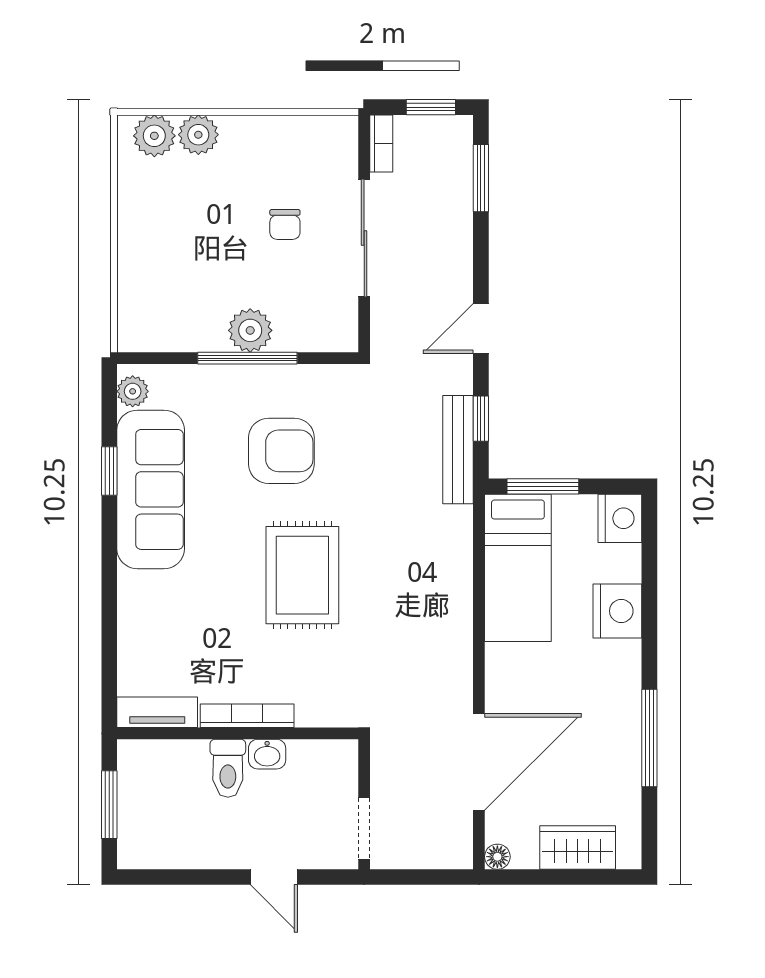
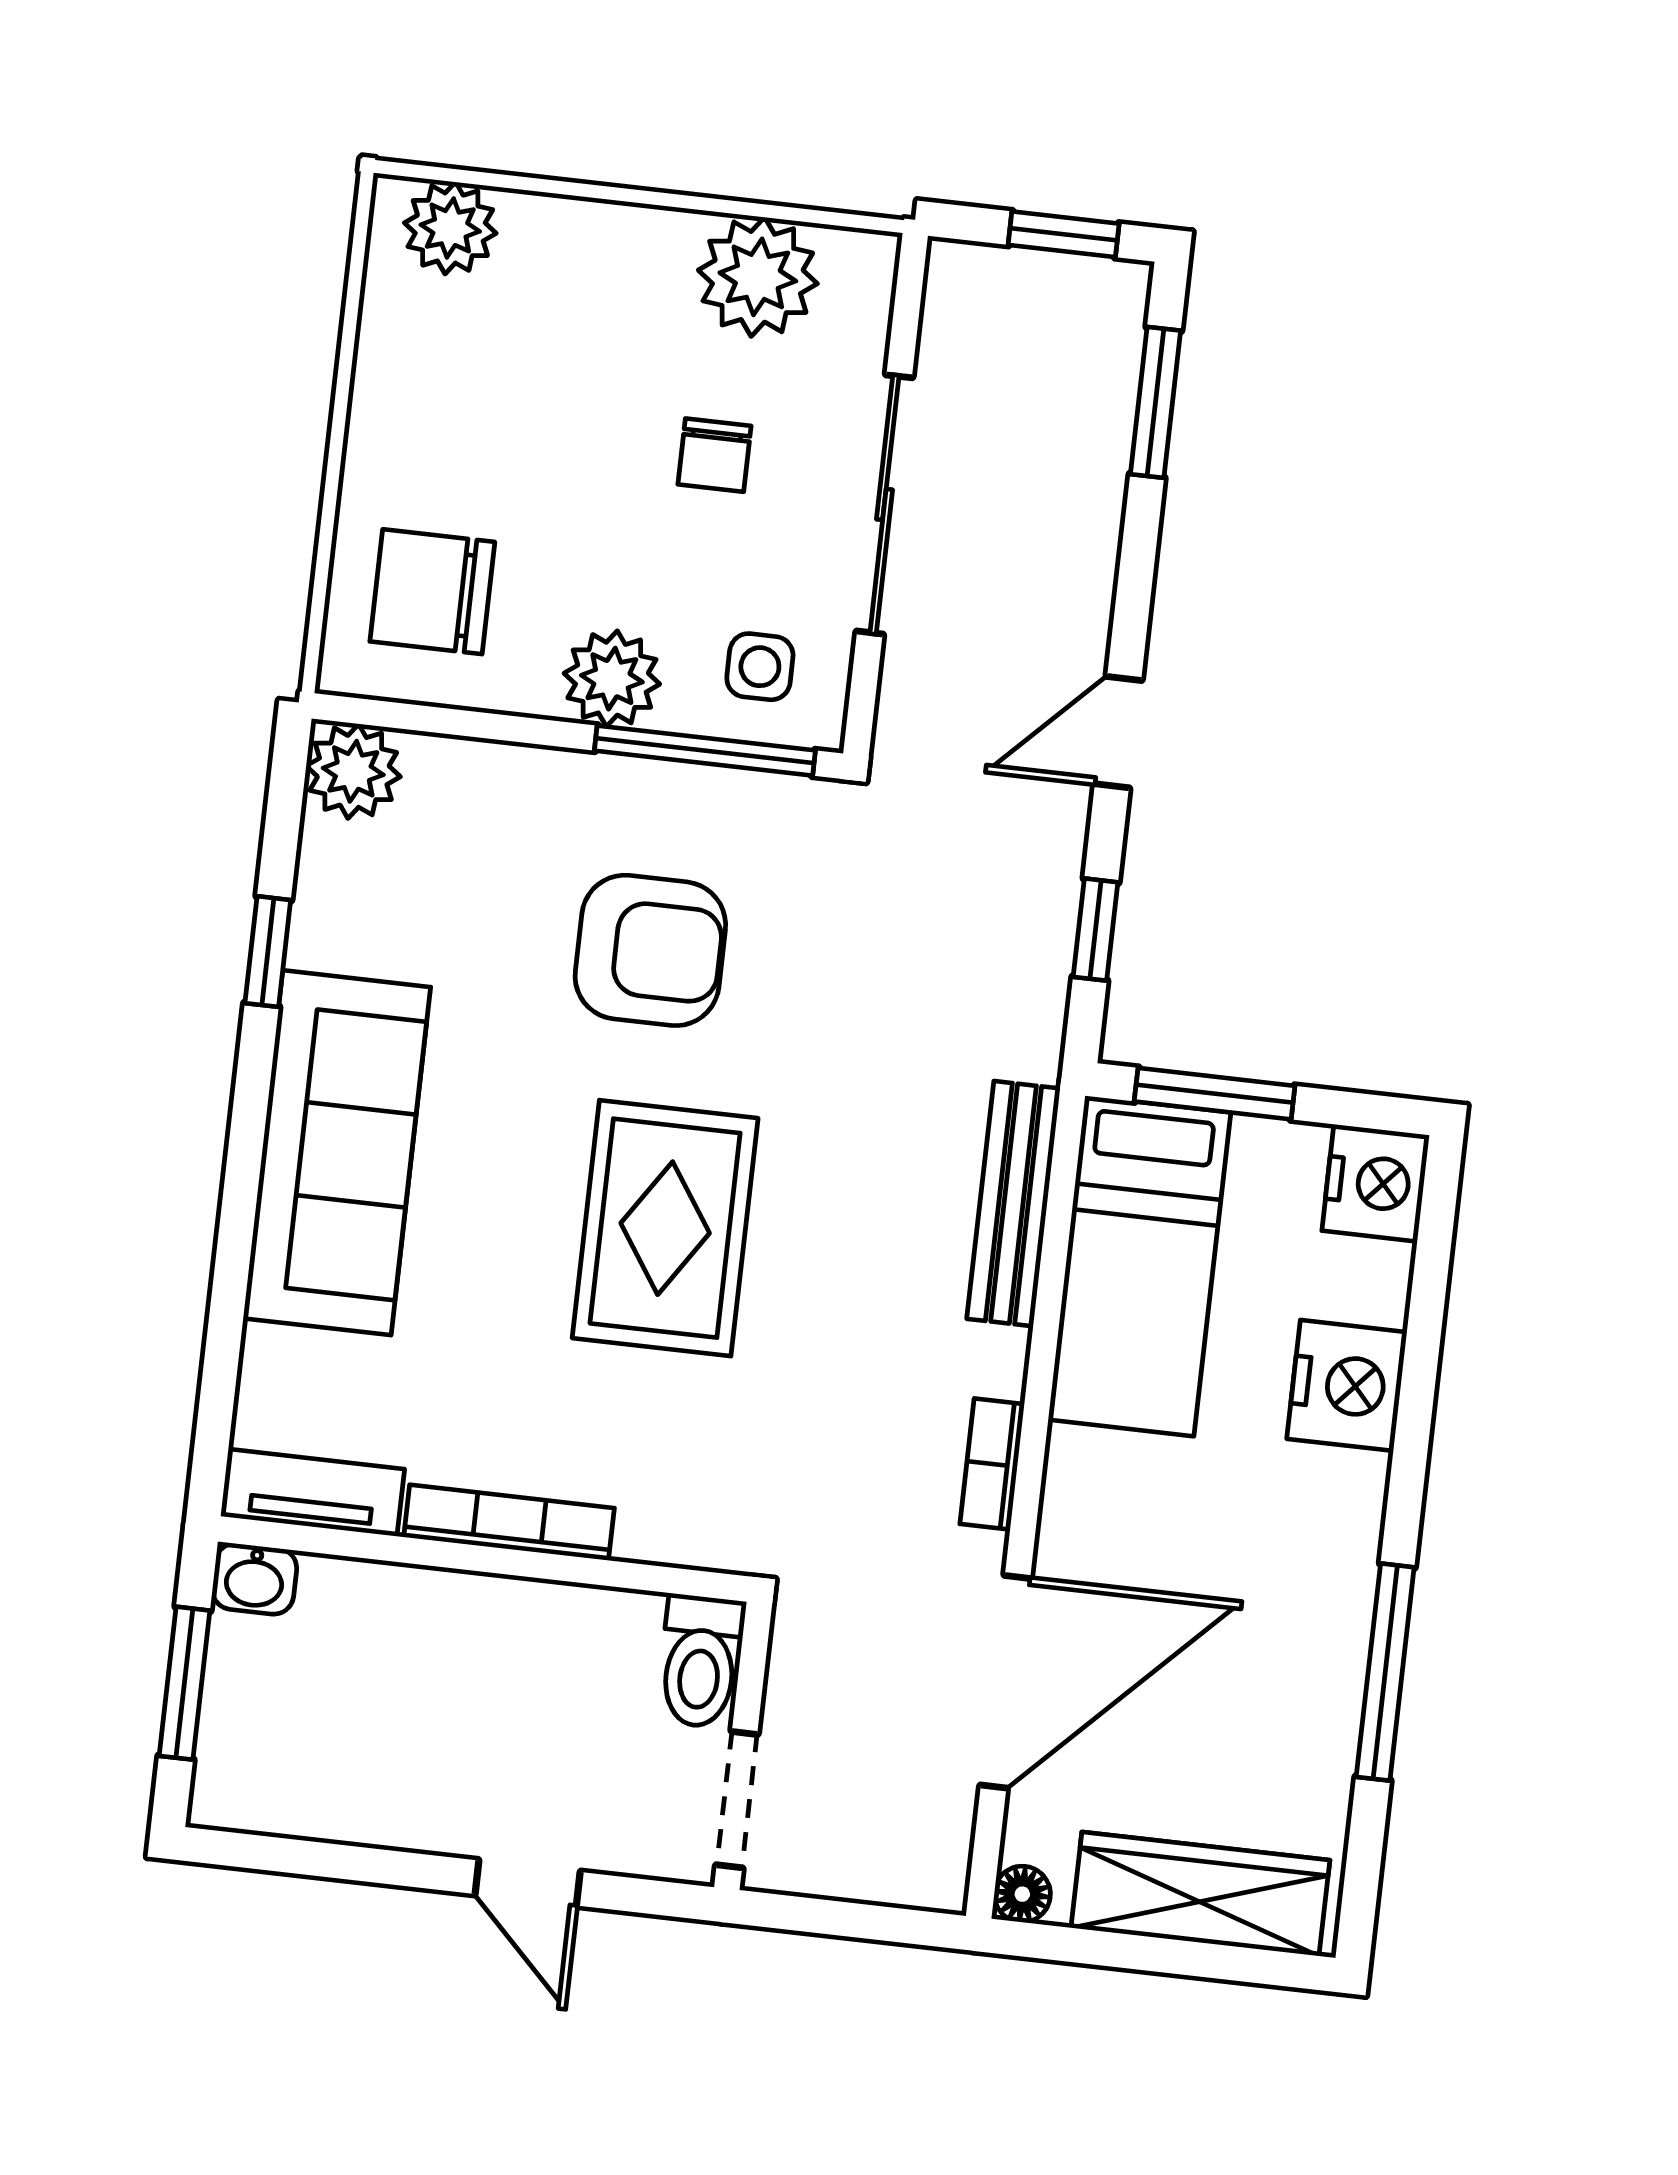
plant: (198, 135) -> (758, 277), moved, width x1.36, depth x1.36
bookcase: (381, 143) -> (992, 1464), moved, turned 180
chair: (165, 300) -> (432, 592), added
side table: (316, 317) -> (760, 667), added
window: (247, 358) -> (705, 751), moved
plant: (133, 391) -> (353, 771), width x1.38, depth x1.38
bench: (458, 450) -> (1014, 1204), moved
sofa: (151, 489) -> (337, 1153), moved
washbasin: (267, 754) -> (254, 1579), moved
toilet: (228, 768) -> (701, 1661), moved
wardrobe: (578, 848) -> (1200, 1894), width x1.50

